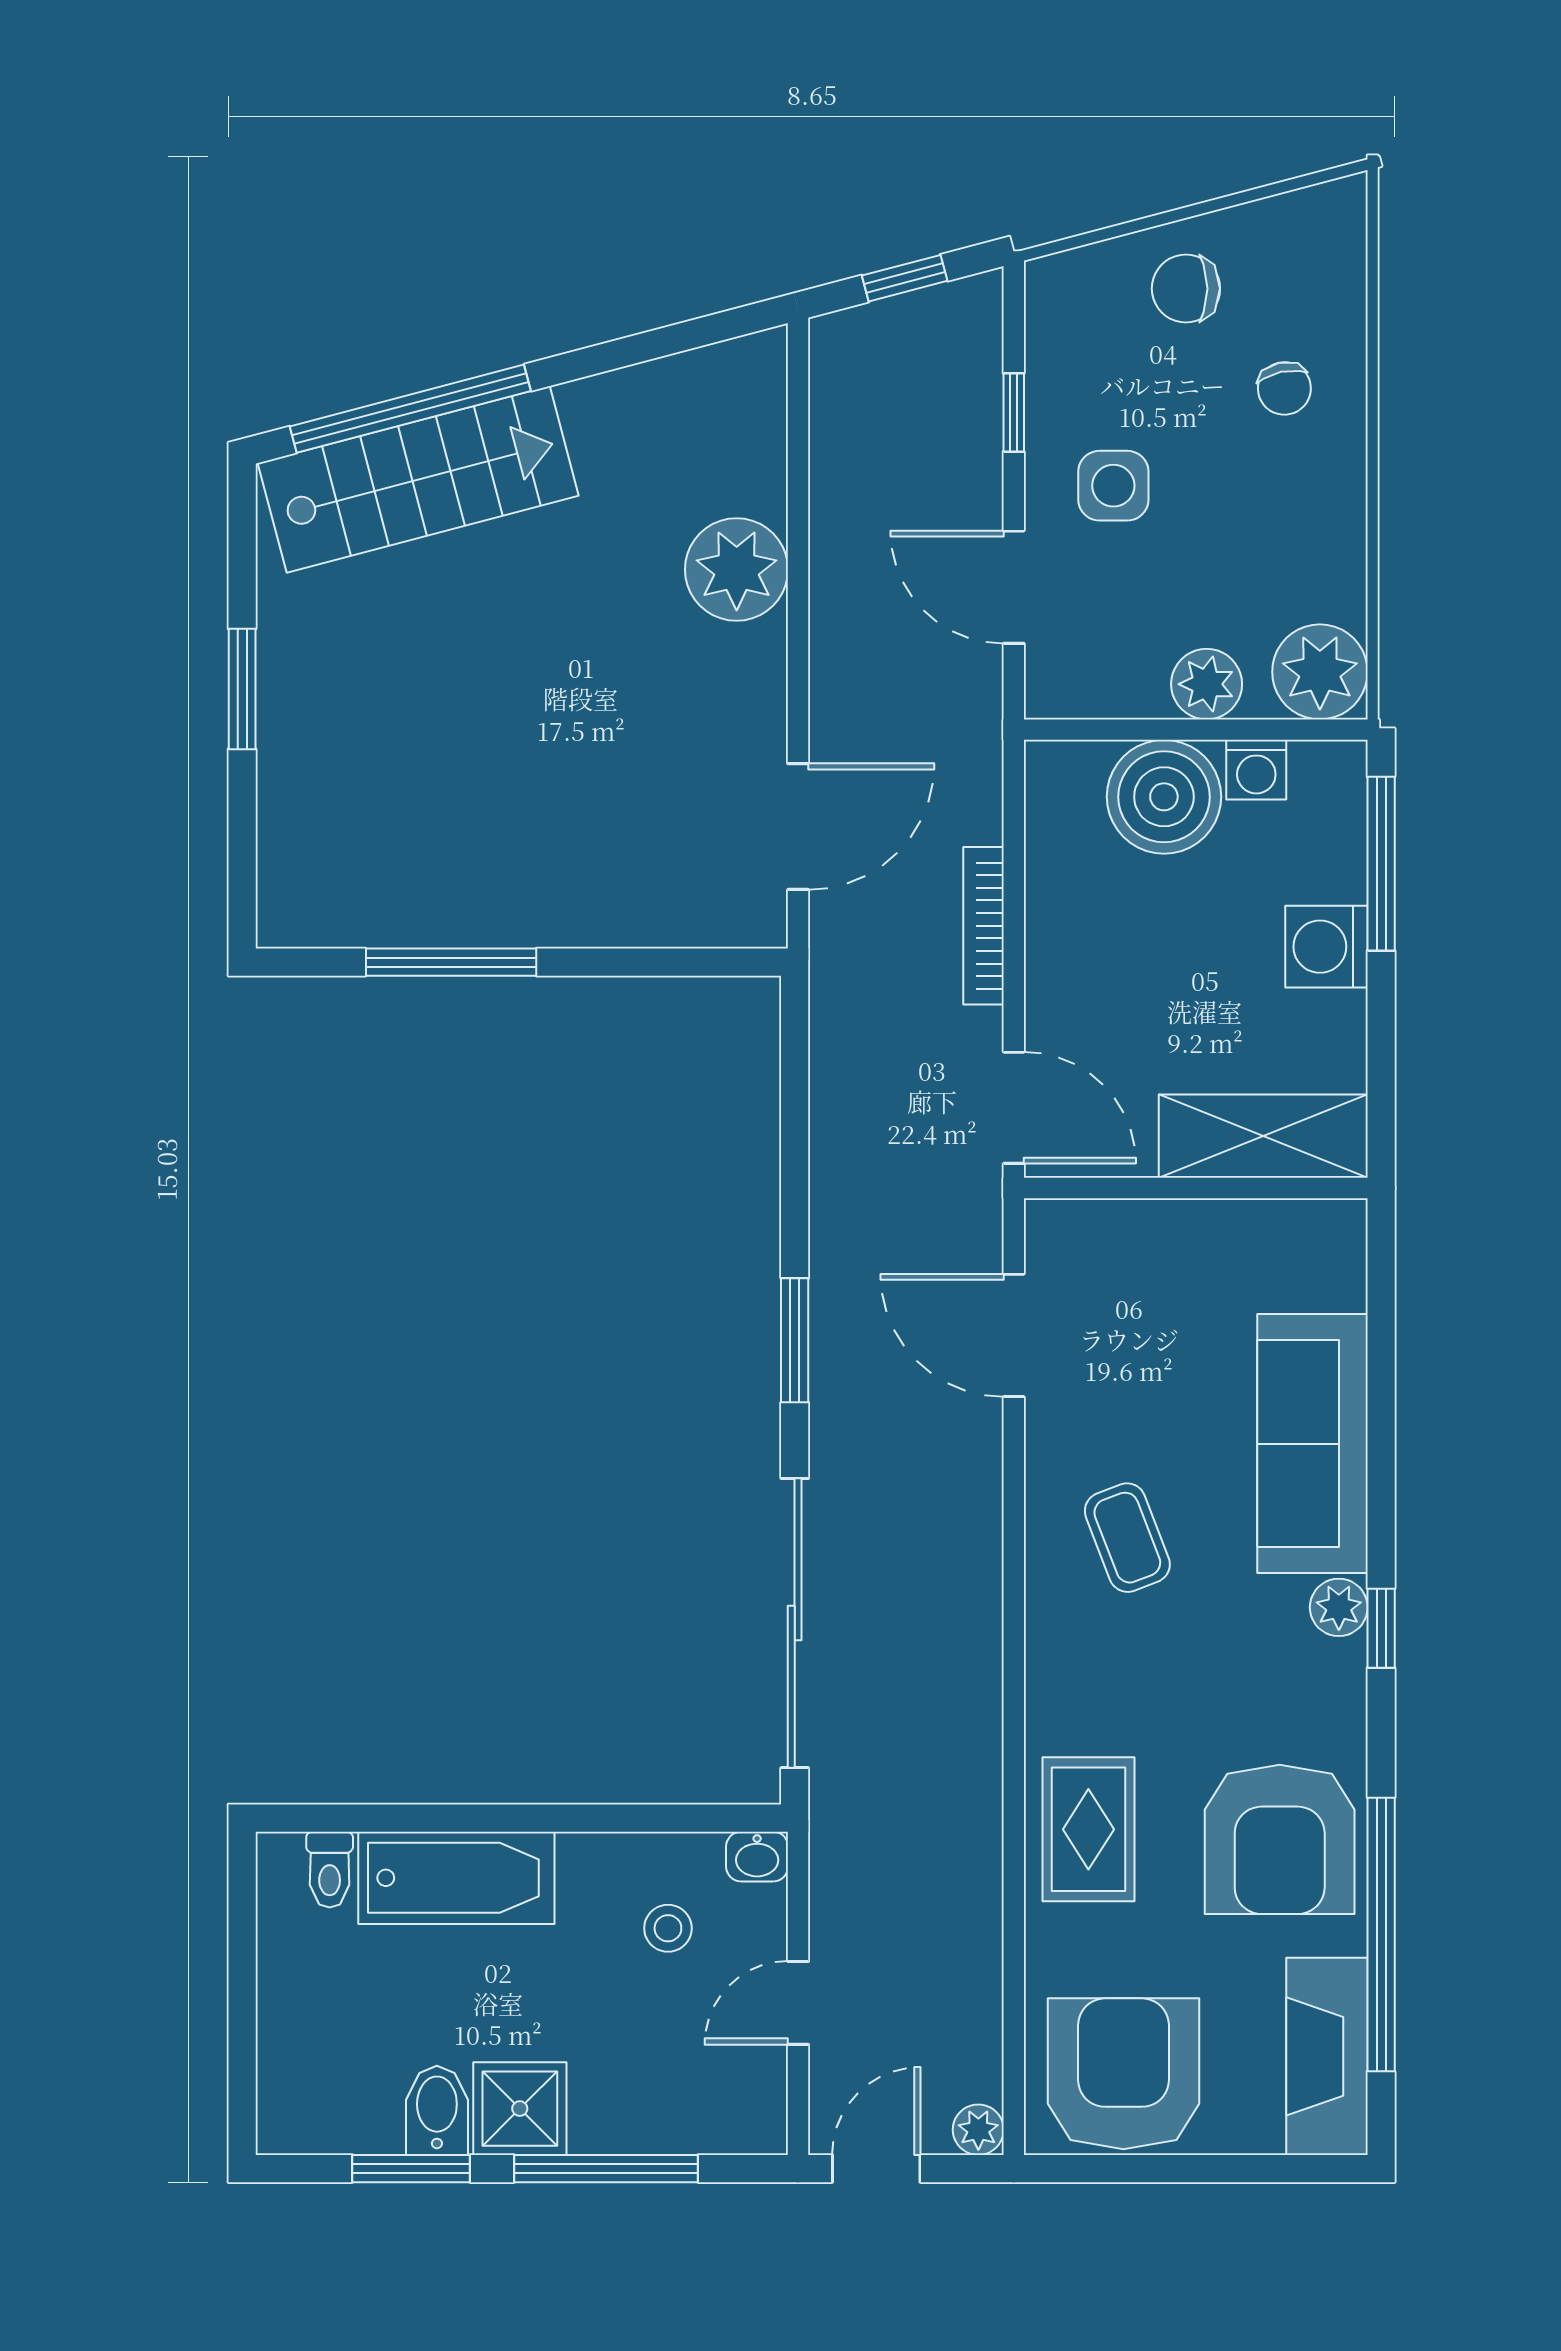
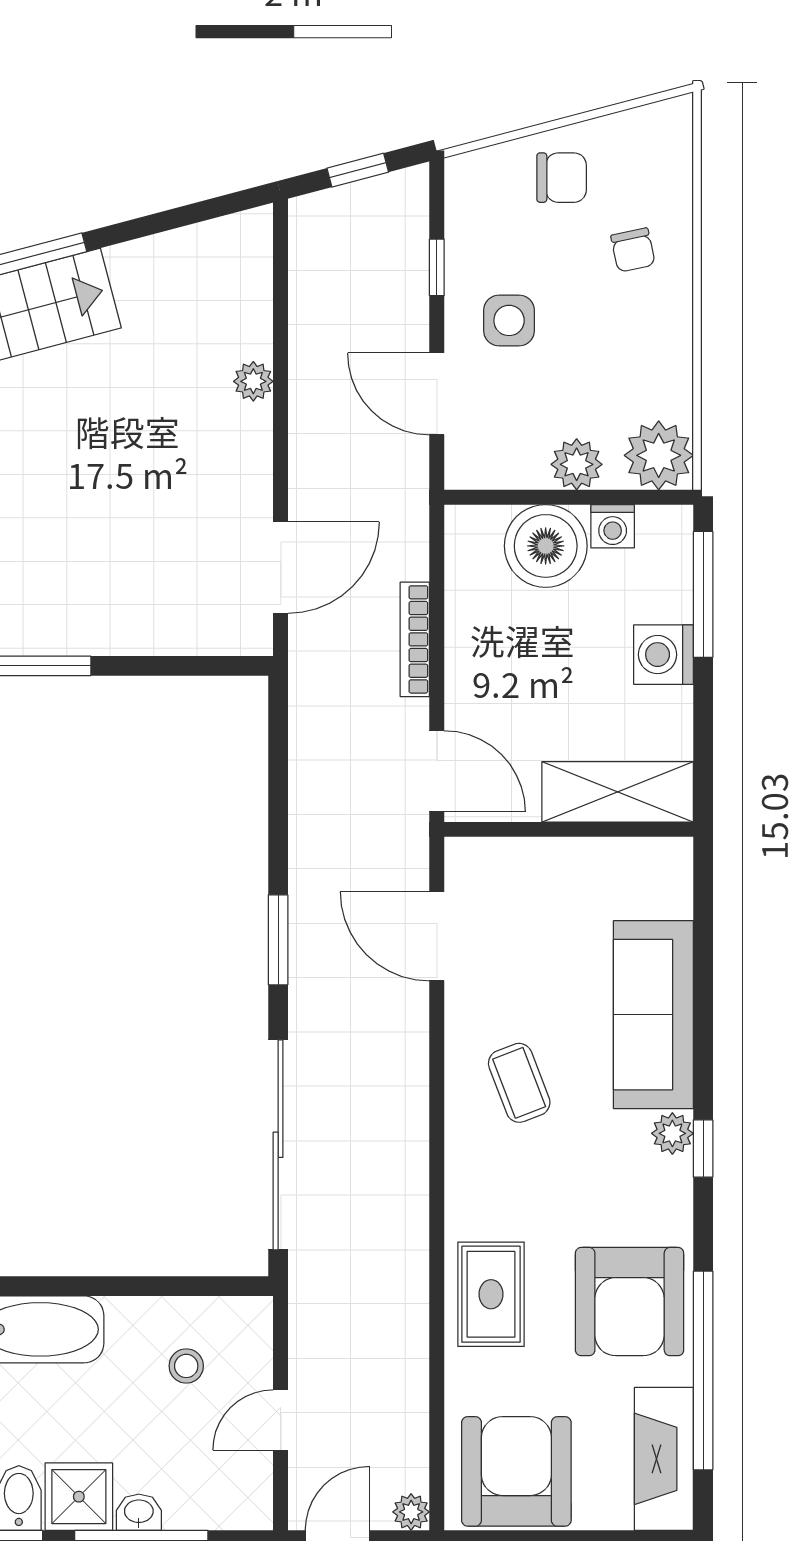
chair: (1186, 289) -> (562, 178), turned 180
plant: (737, 570) -> (253, 381), width x0.53, depth x0.53
washbasin: (757, 1857) -> (139, 1512), moved, turned 180

